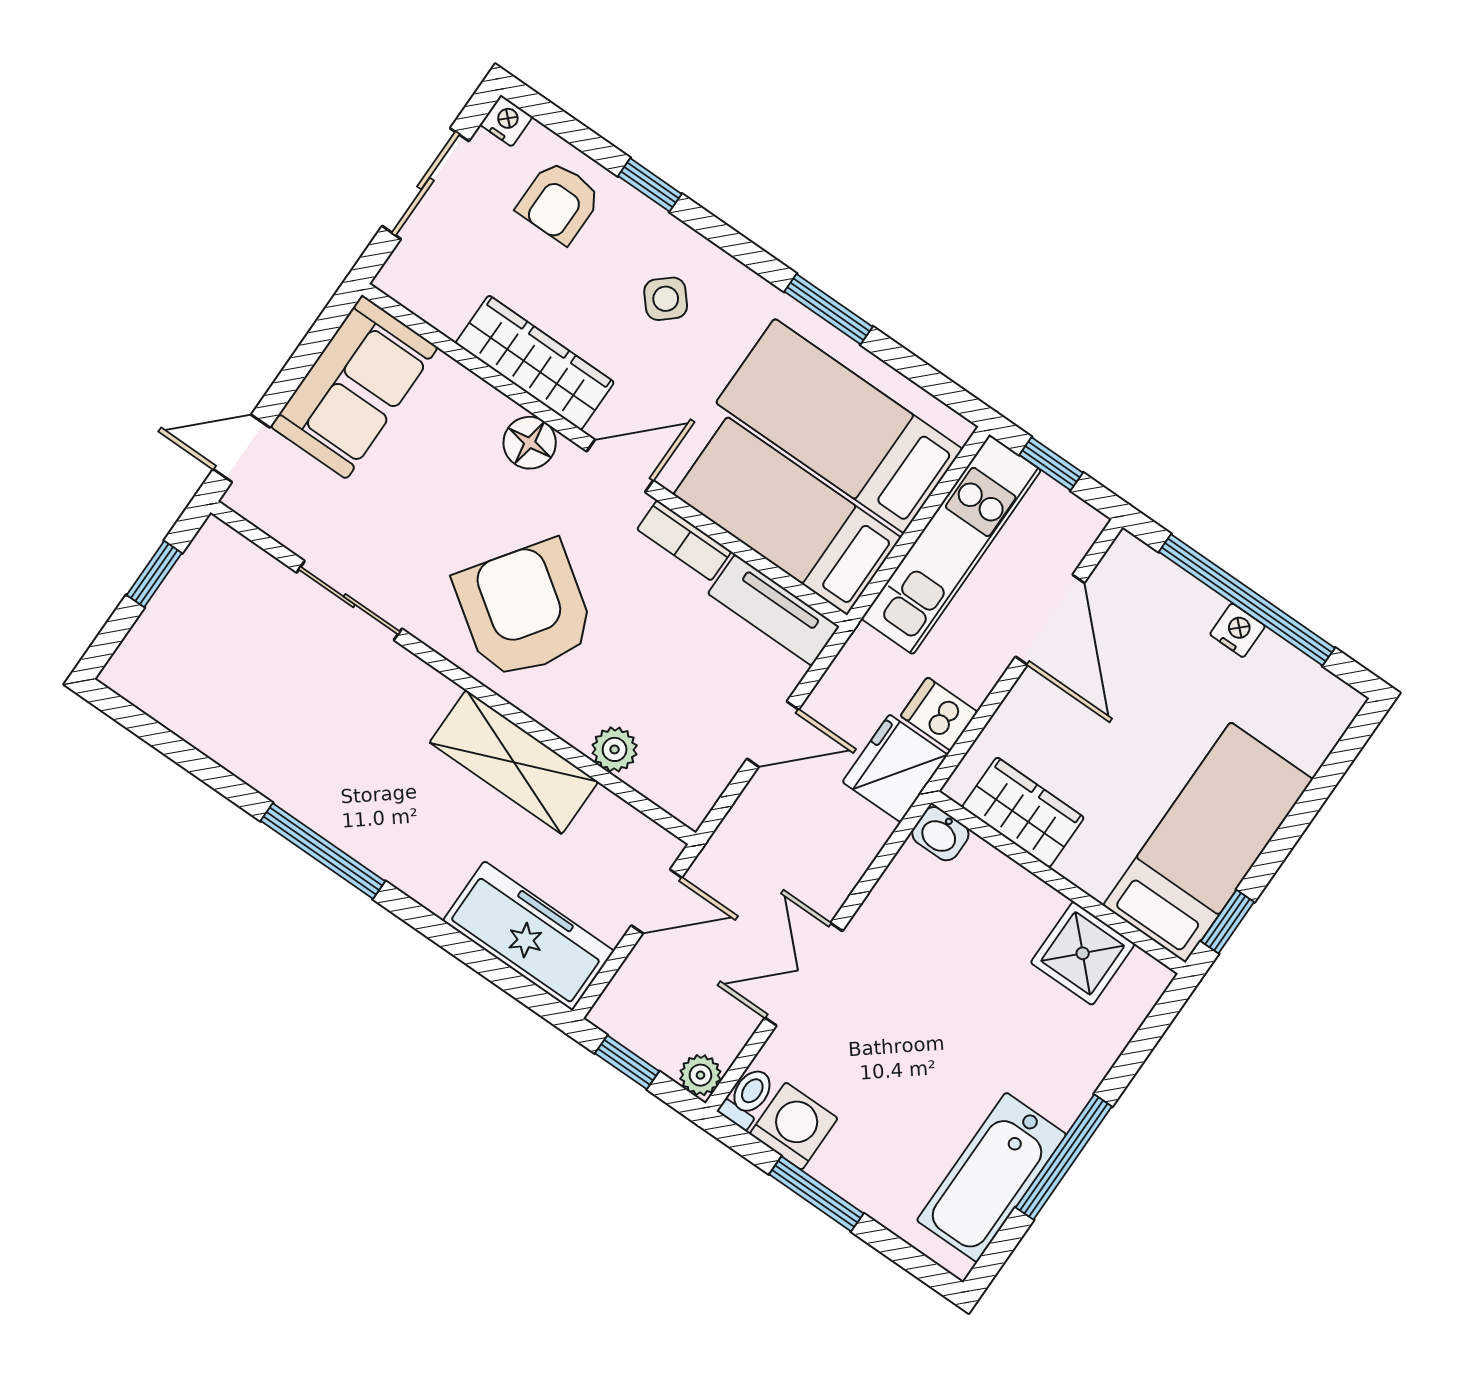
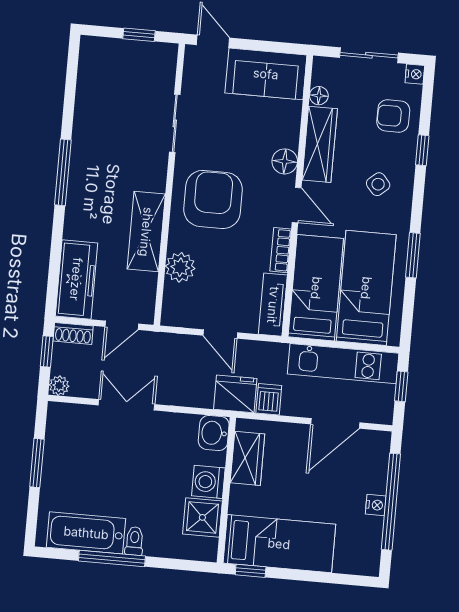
floor lamp: (447, 314) -> (319, 96), added
armchair: (524, 610) -> (213, 199), turned -35
plant: (615, 749) -> (180, 267), width x1.38, depth x1.38
washbasin: (940, 834) -> (214, 433), width x1.38, depth x1.45
door: (657, 901) -> (122, 325), hinge flipped
shoe rack: (622, 997) -> (73, 334), added
toilet: (748, 1097) -> (134, 541), moved, turned -90
washing machine: (794, 1126) -> (208, 482), moved, turned 180

